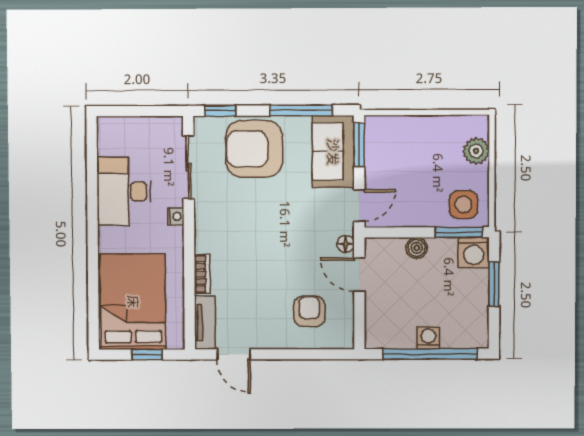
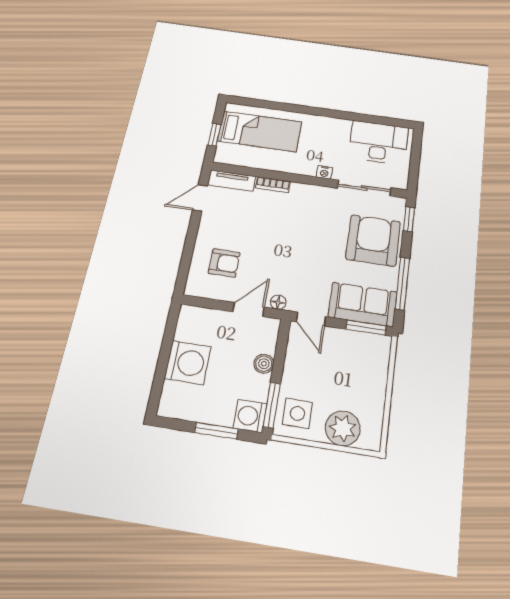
plant: (476, 151) -> (343, 428), width x1.36, depth x1.36
desk: (124, 191) -> (378, 143), moved
bed: (133, 302) -> (260, 131), width x0.67
washing machine: (428, 338) -> (188, 363), width x1.89, depth x1.89
window: (430, 354) -> (163, 360), removed

